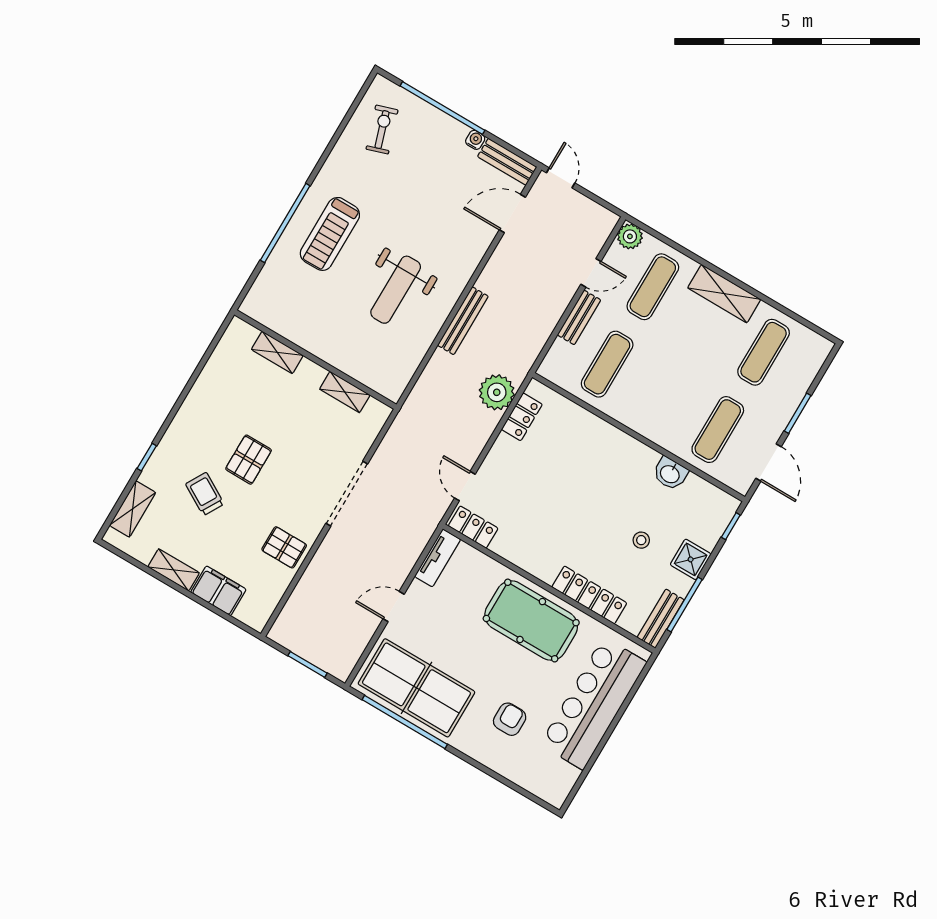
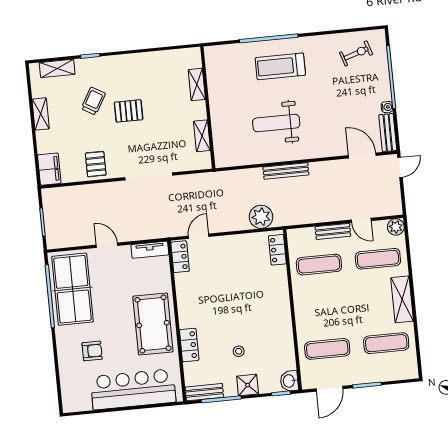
locker: (522, 417) -> (277, 250), moved, turned 90
washbasin: (670, 474) -> (289, 381), moved
filing cabinet: (218, 591) -> (49, 169), moved
locker: (589, 595) -> (189, 345), width x0.66

